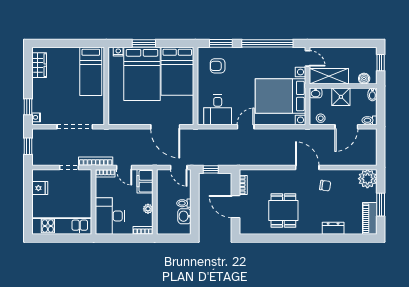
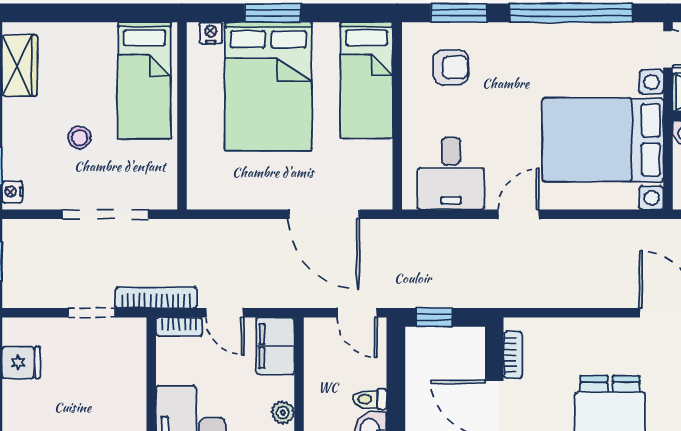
armchair: (218, 66) -> (451, 67), turned 180
bed: (177, 71) -> (367, 80), width x0.67
stool: (64, 95) -> (79, 138), added

